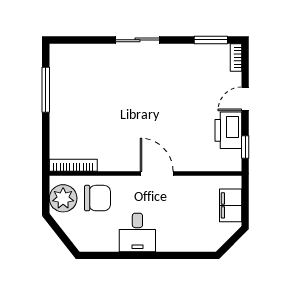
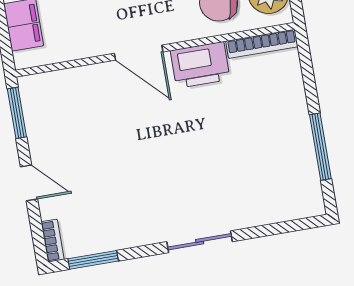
door: (245, 99) -> (29, 183), hinge flipped
printer: (228, 130) -> (200, 65), moved, turned 90
window: (245, 147) -> (17, 113), width x1.50

